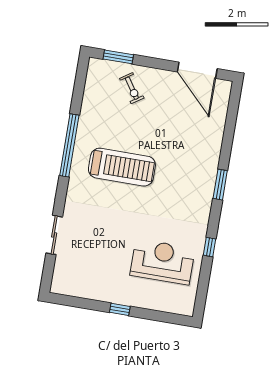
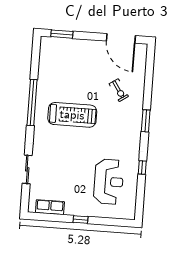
exercise bike: (132, 88) -> (119, 90), moved
reception desk: (162, 262) -> (109, 182), turned 90
row of seats: (80, 289) -> (50, 207), added

